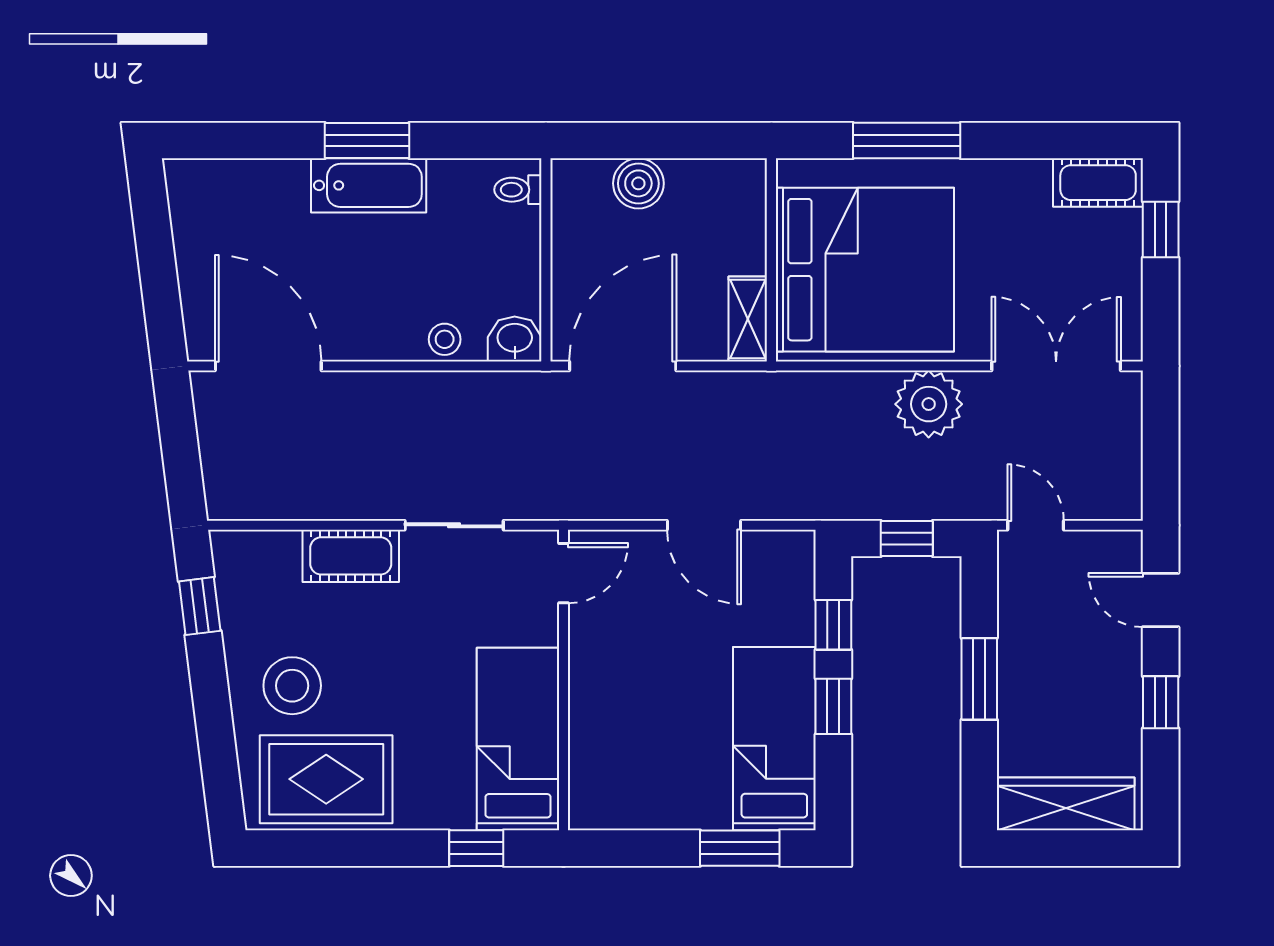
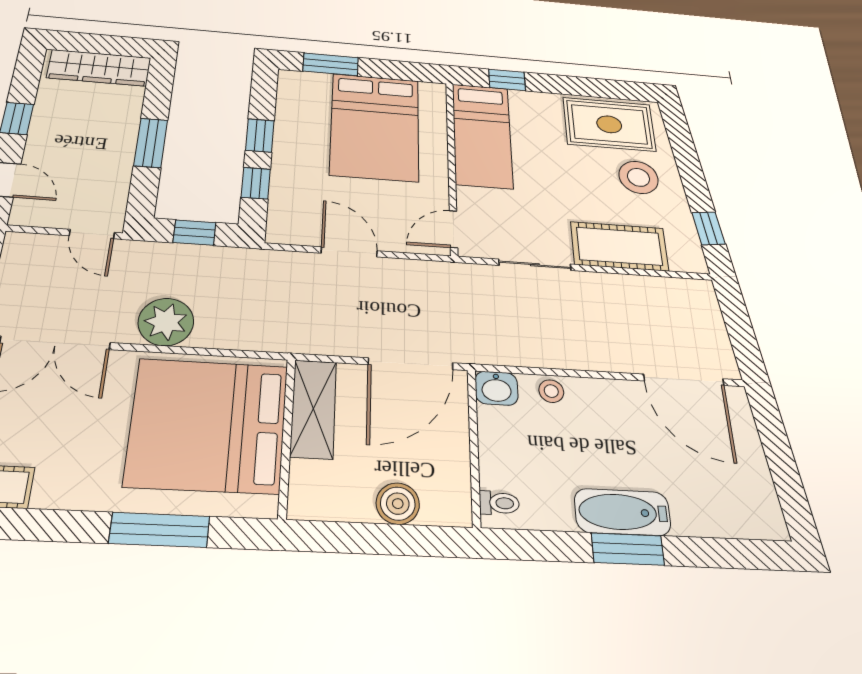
shelving: (748, 319) -> (313, 409), width x1.50, depth x1.33
cot: (351, 556) -> (619, 246), width x1.37, depth x1.34
bed: (774, 739) -> (375, 127), moved, width x1.50

